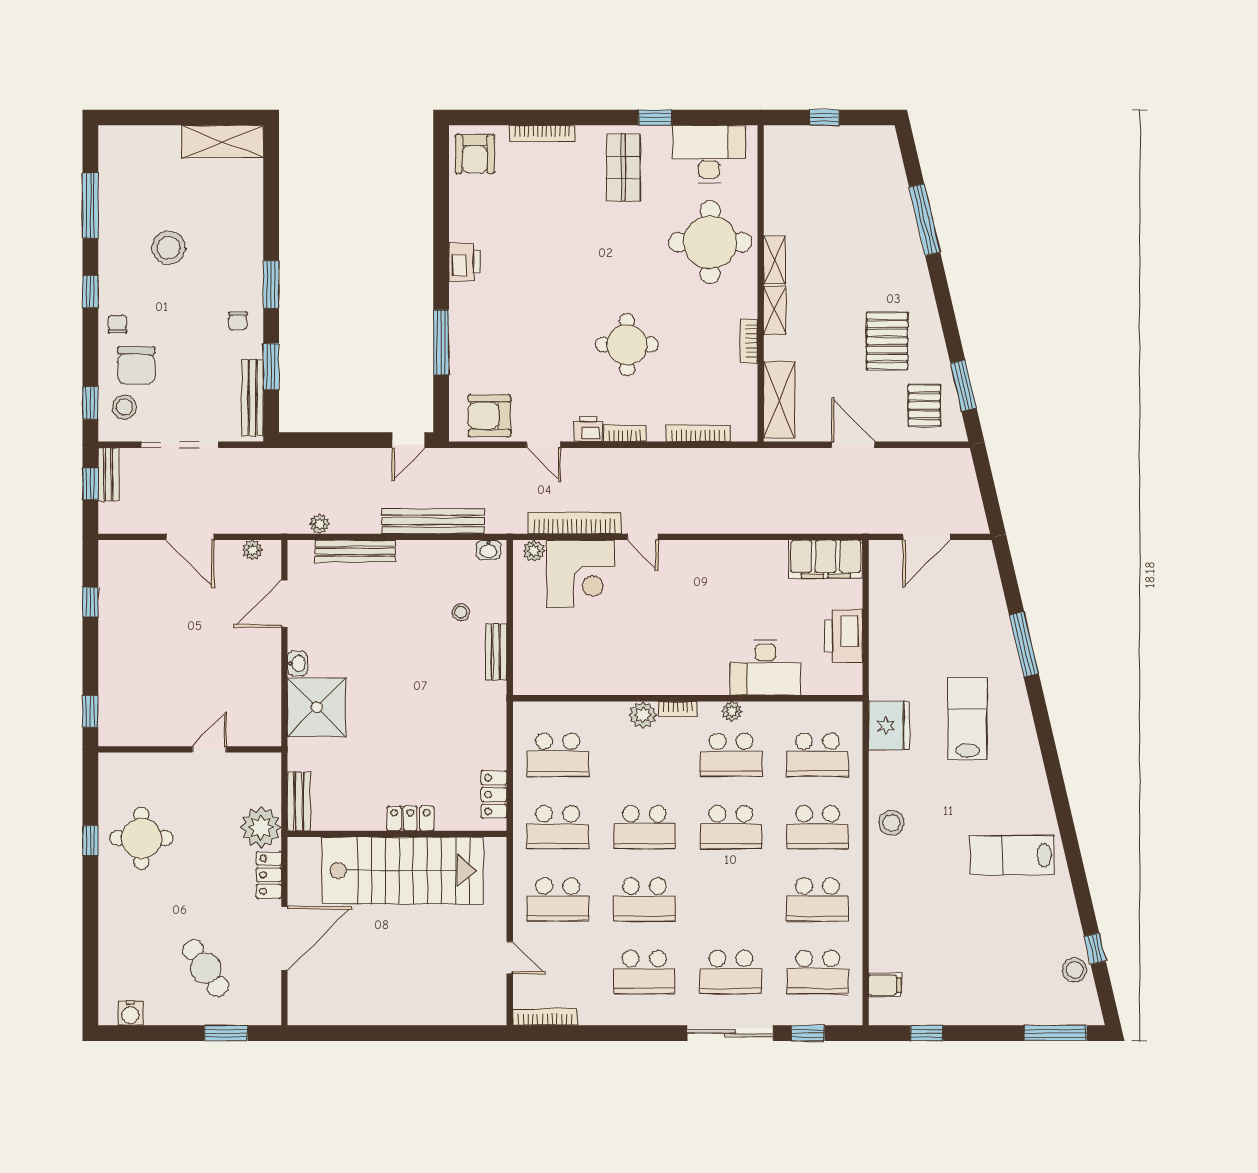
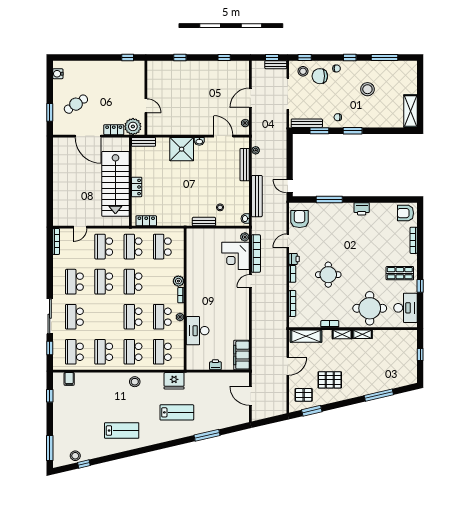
printer: (844, 636) -> (215, 365), width x0.53, depth x0.68
wall: (190, 749) -> (146, 98), moved
door: (209, 749) -> (146, 106), moved
round table: (141, 838) -> (129, 78), removed
lab bench: (1012, 855) -> (122, 431), turned 90

